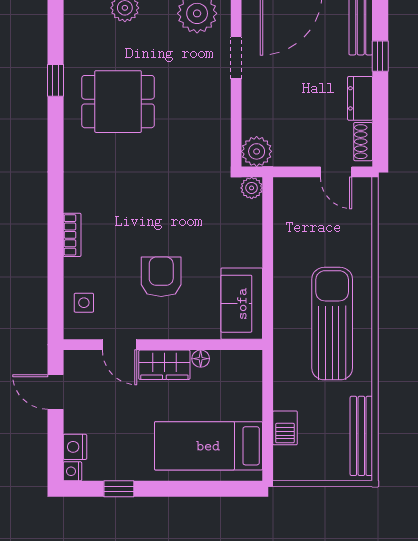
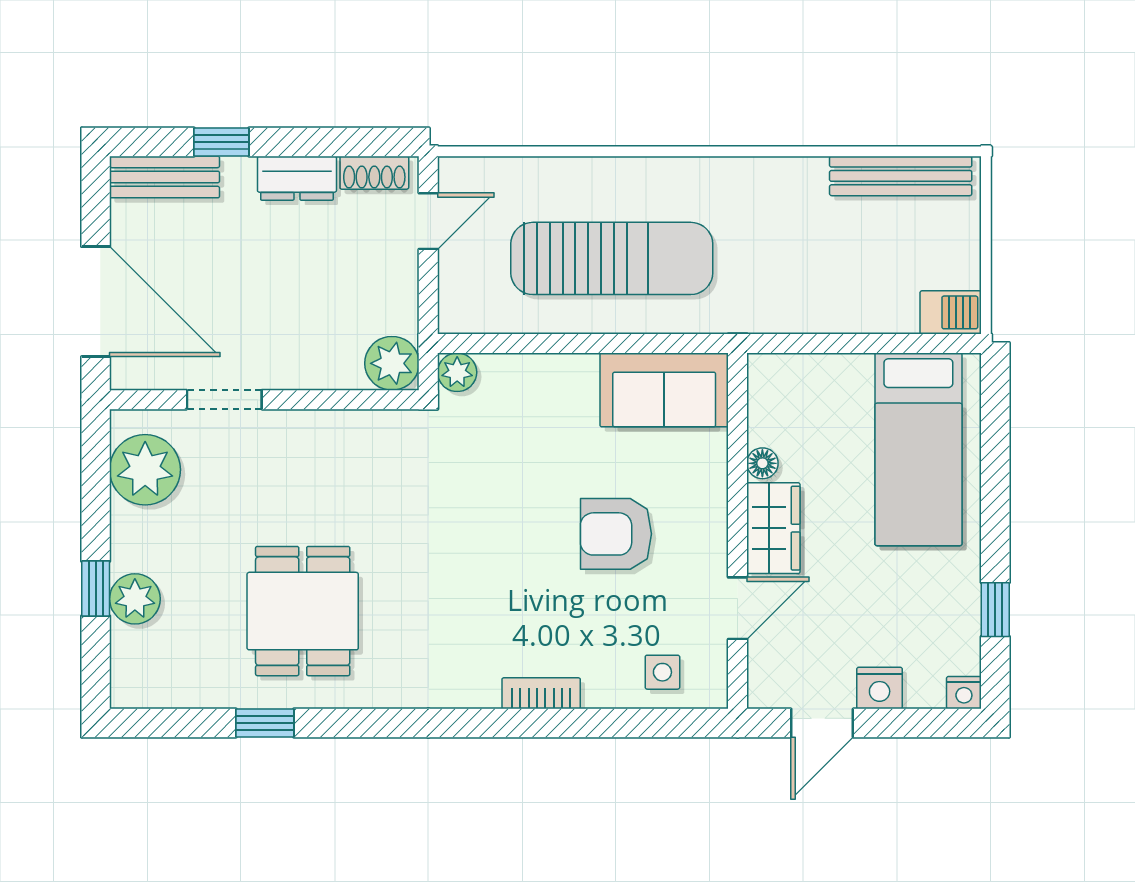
sun lounger: (332, 324) -> (612, 258), moved, turned 180
barbecue: (285, 428) -> (951, 312), moved
nightstand: (75, 447) -> (880, 688), moved

